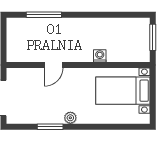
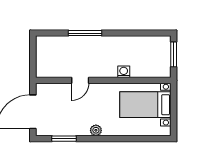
window: (44, 15) -> (85, 33), moved
window: (50, 127) -> (64, 139), moved

